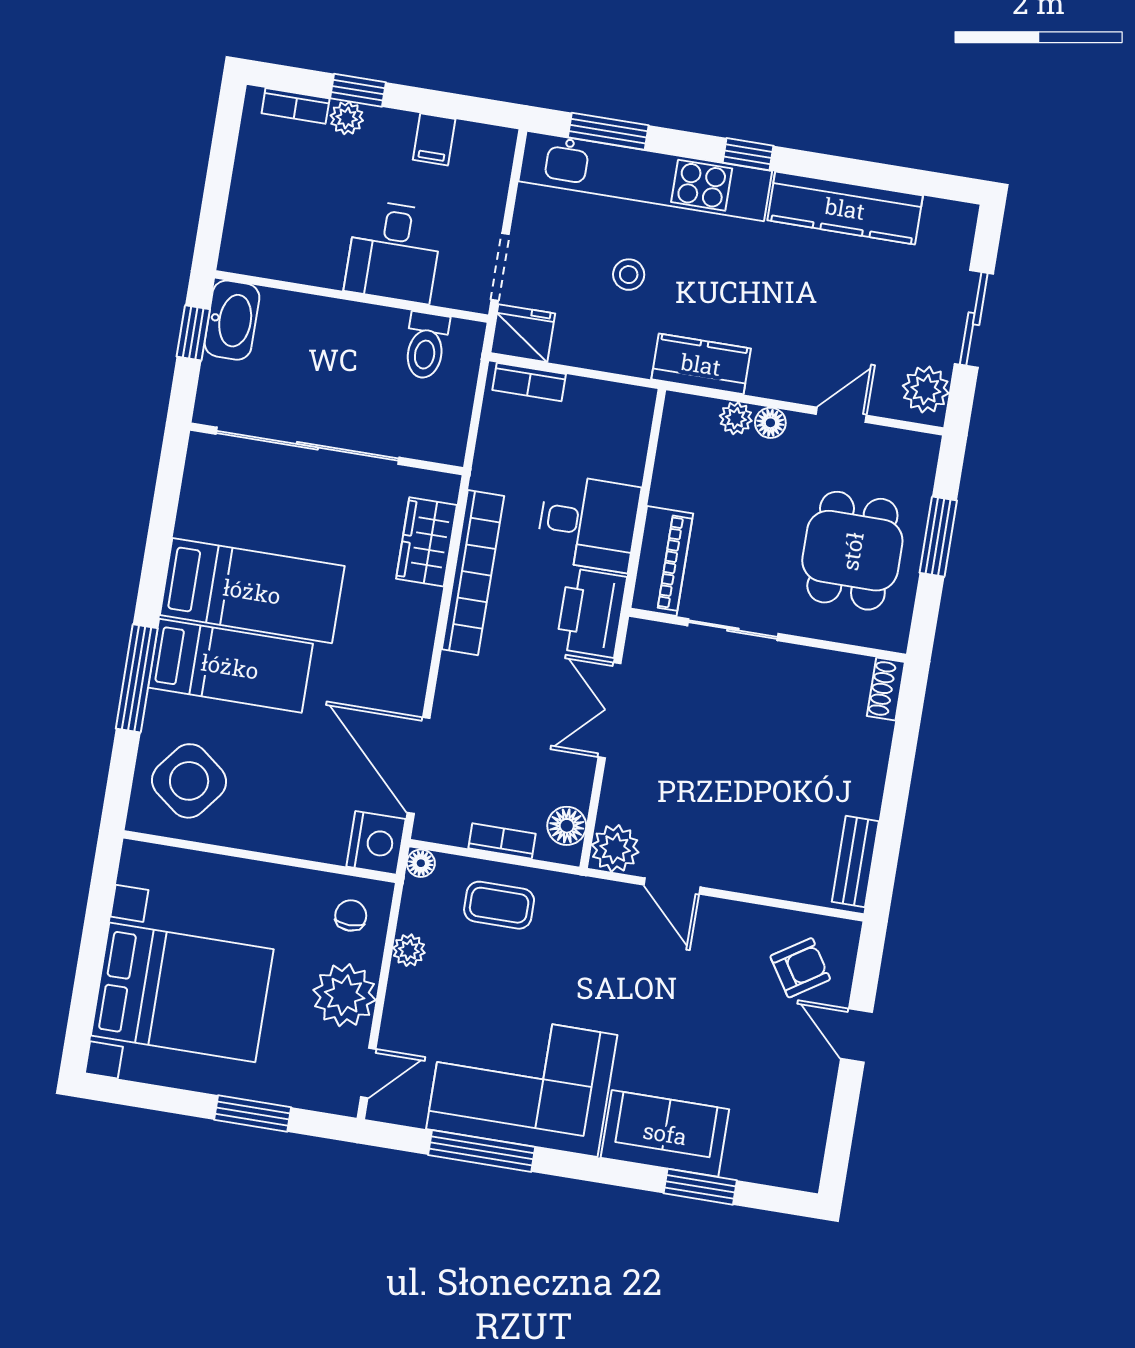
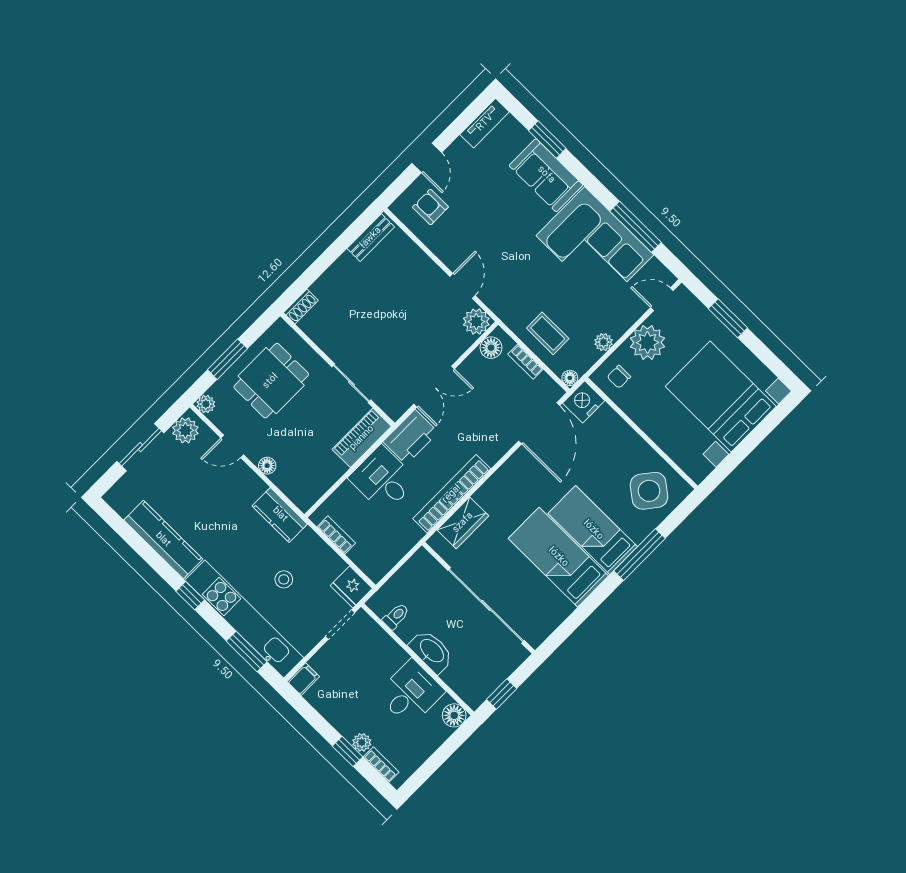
filing cabinet: (434, 139) -> (303, 679), moved
desk: (394, 252) -> (411, 693), moved
floor lamp: (240, 253) -> (454, 715), added
washbasin: (232, 320) -> (431, 651), moved, turned 90
toilet: (426, 346) -> (396, 616), width x0.73, depth x0.72
bookcase: (529, 382) -> (336, 535), moved
plant: (736, 418) -> (206, 404), moved
armchair: (800, 968) -> (430, 207), turned 33
tv unit: (808, 1146) -> (485, 123), added

